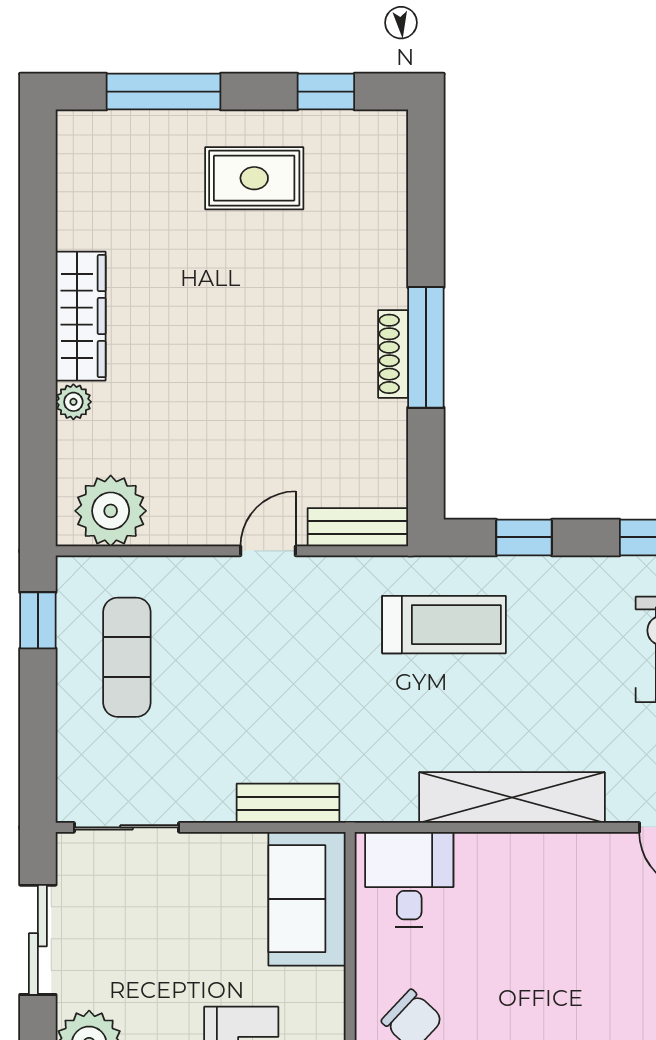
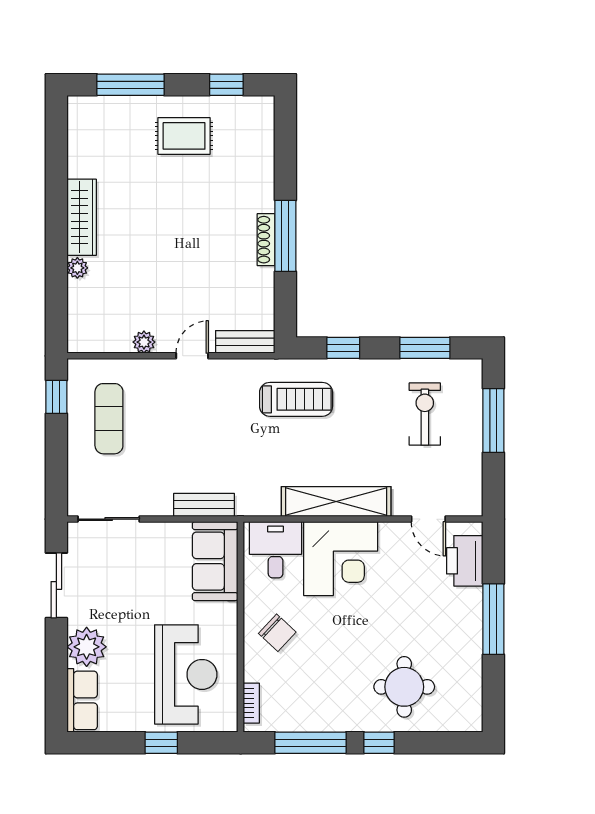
plant: (111, 511) -> (144, 342), moved, width x0.53, depth x0.53
corner desk: (520, 894) -> (341, 559), added

